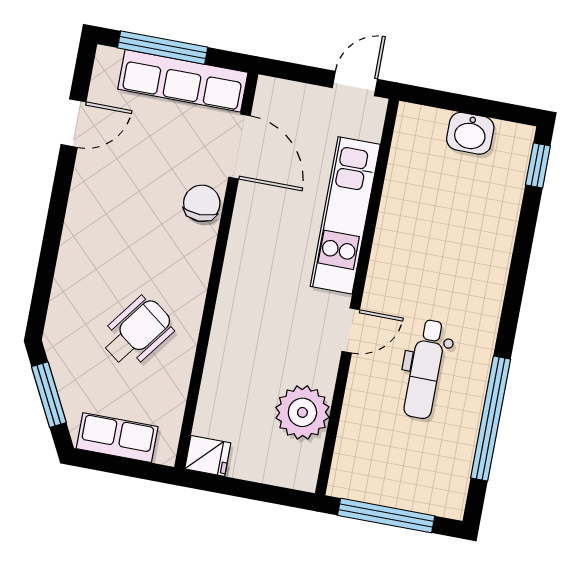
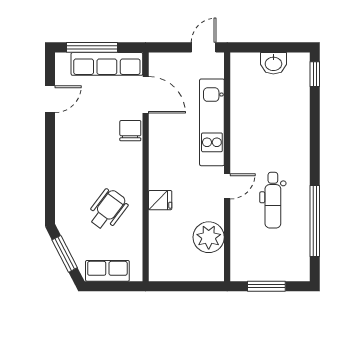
fridge: (208, 456) -> (160, 200), moved
window: (386, 516) -> (266, 286), width x0.69

